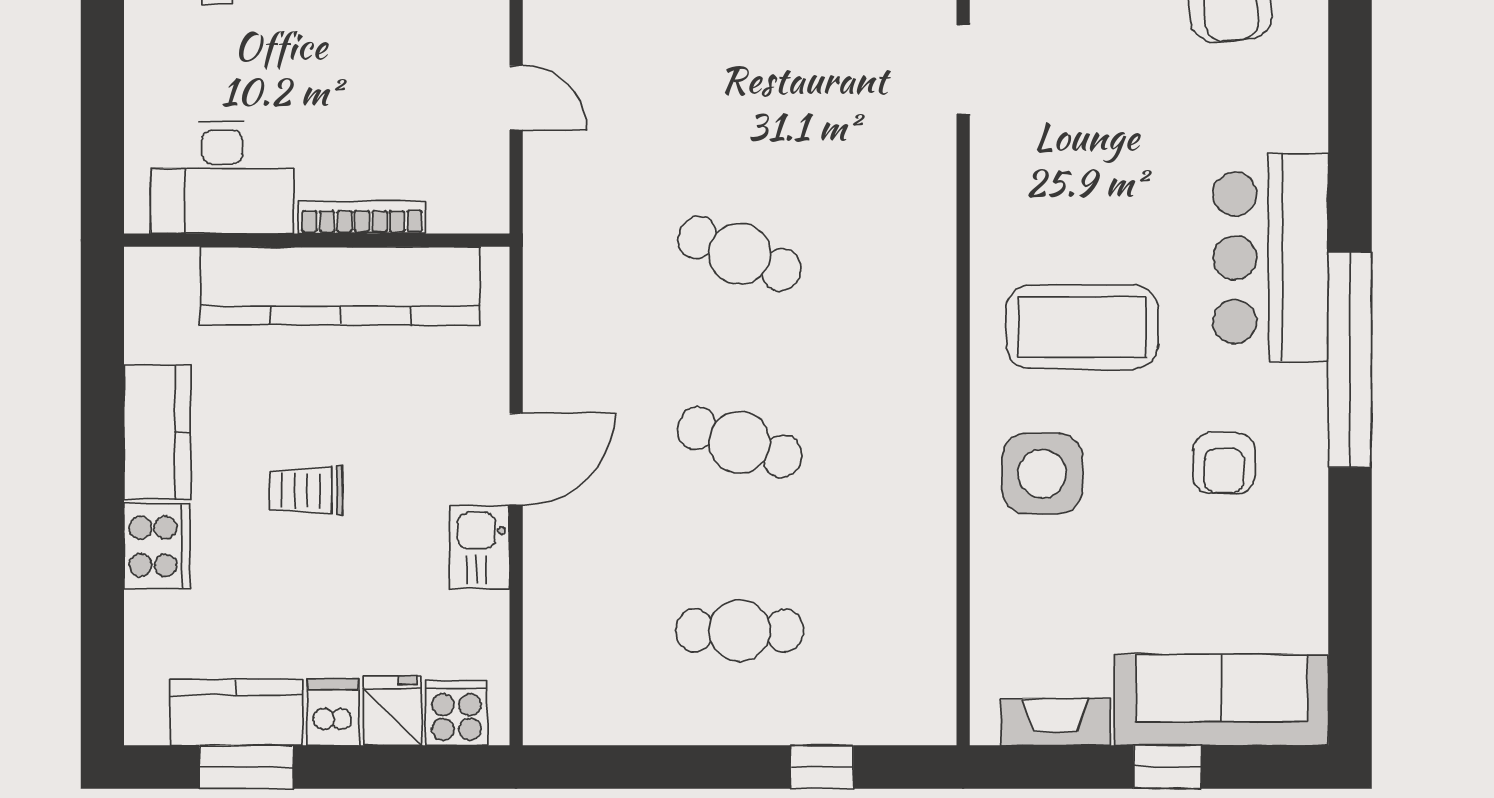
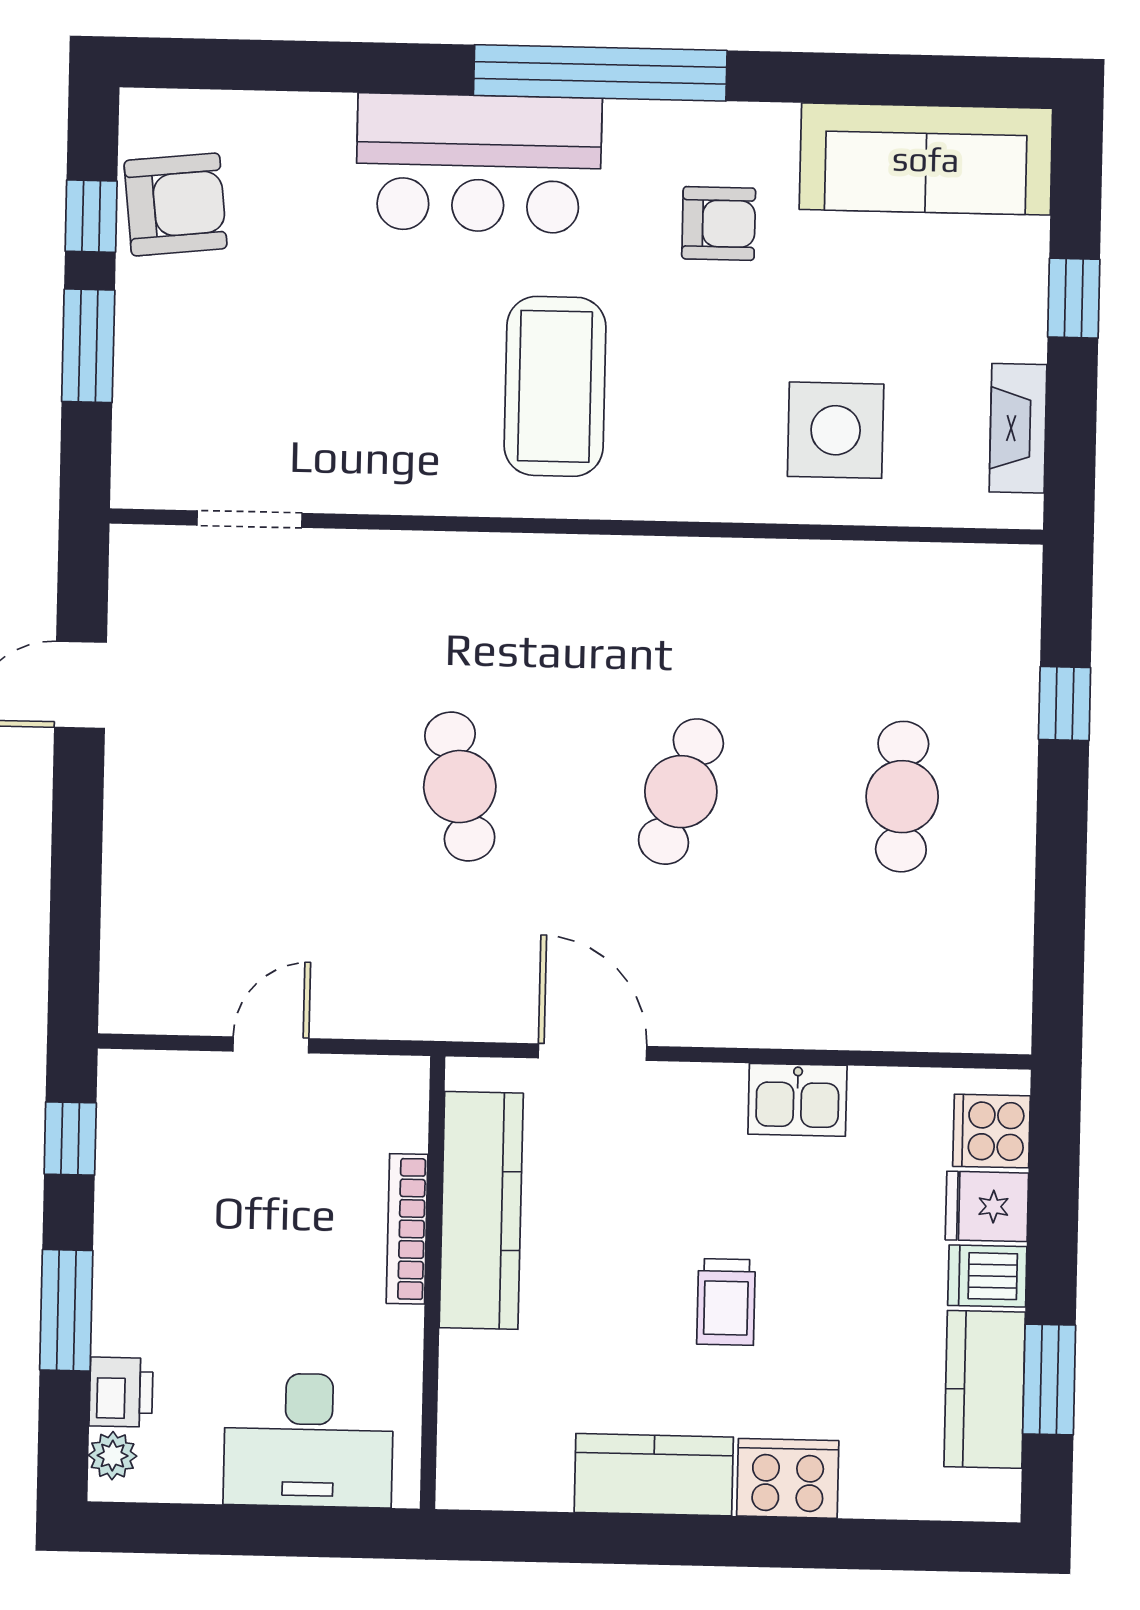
desk: (222, 177) -> (308, 1440), moved, turned 90
cafe table: (740, 254) -> (460, 787), turned -33
kitchen counter: (340, 286) -> (481, 1210), width x0.72, depth x0.86
door: (516, 459) -> (592, 1052), moved
side table: (1042, 474) -> (836, 430), moved
sofa: (1221, 700) -> (926, 159), moved, turned -90

